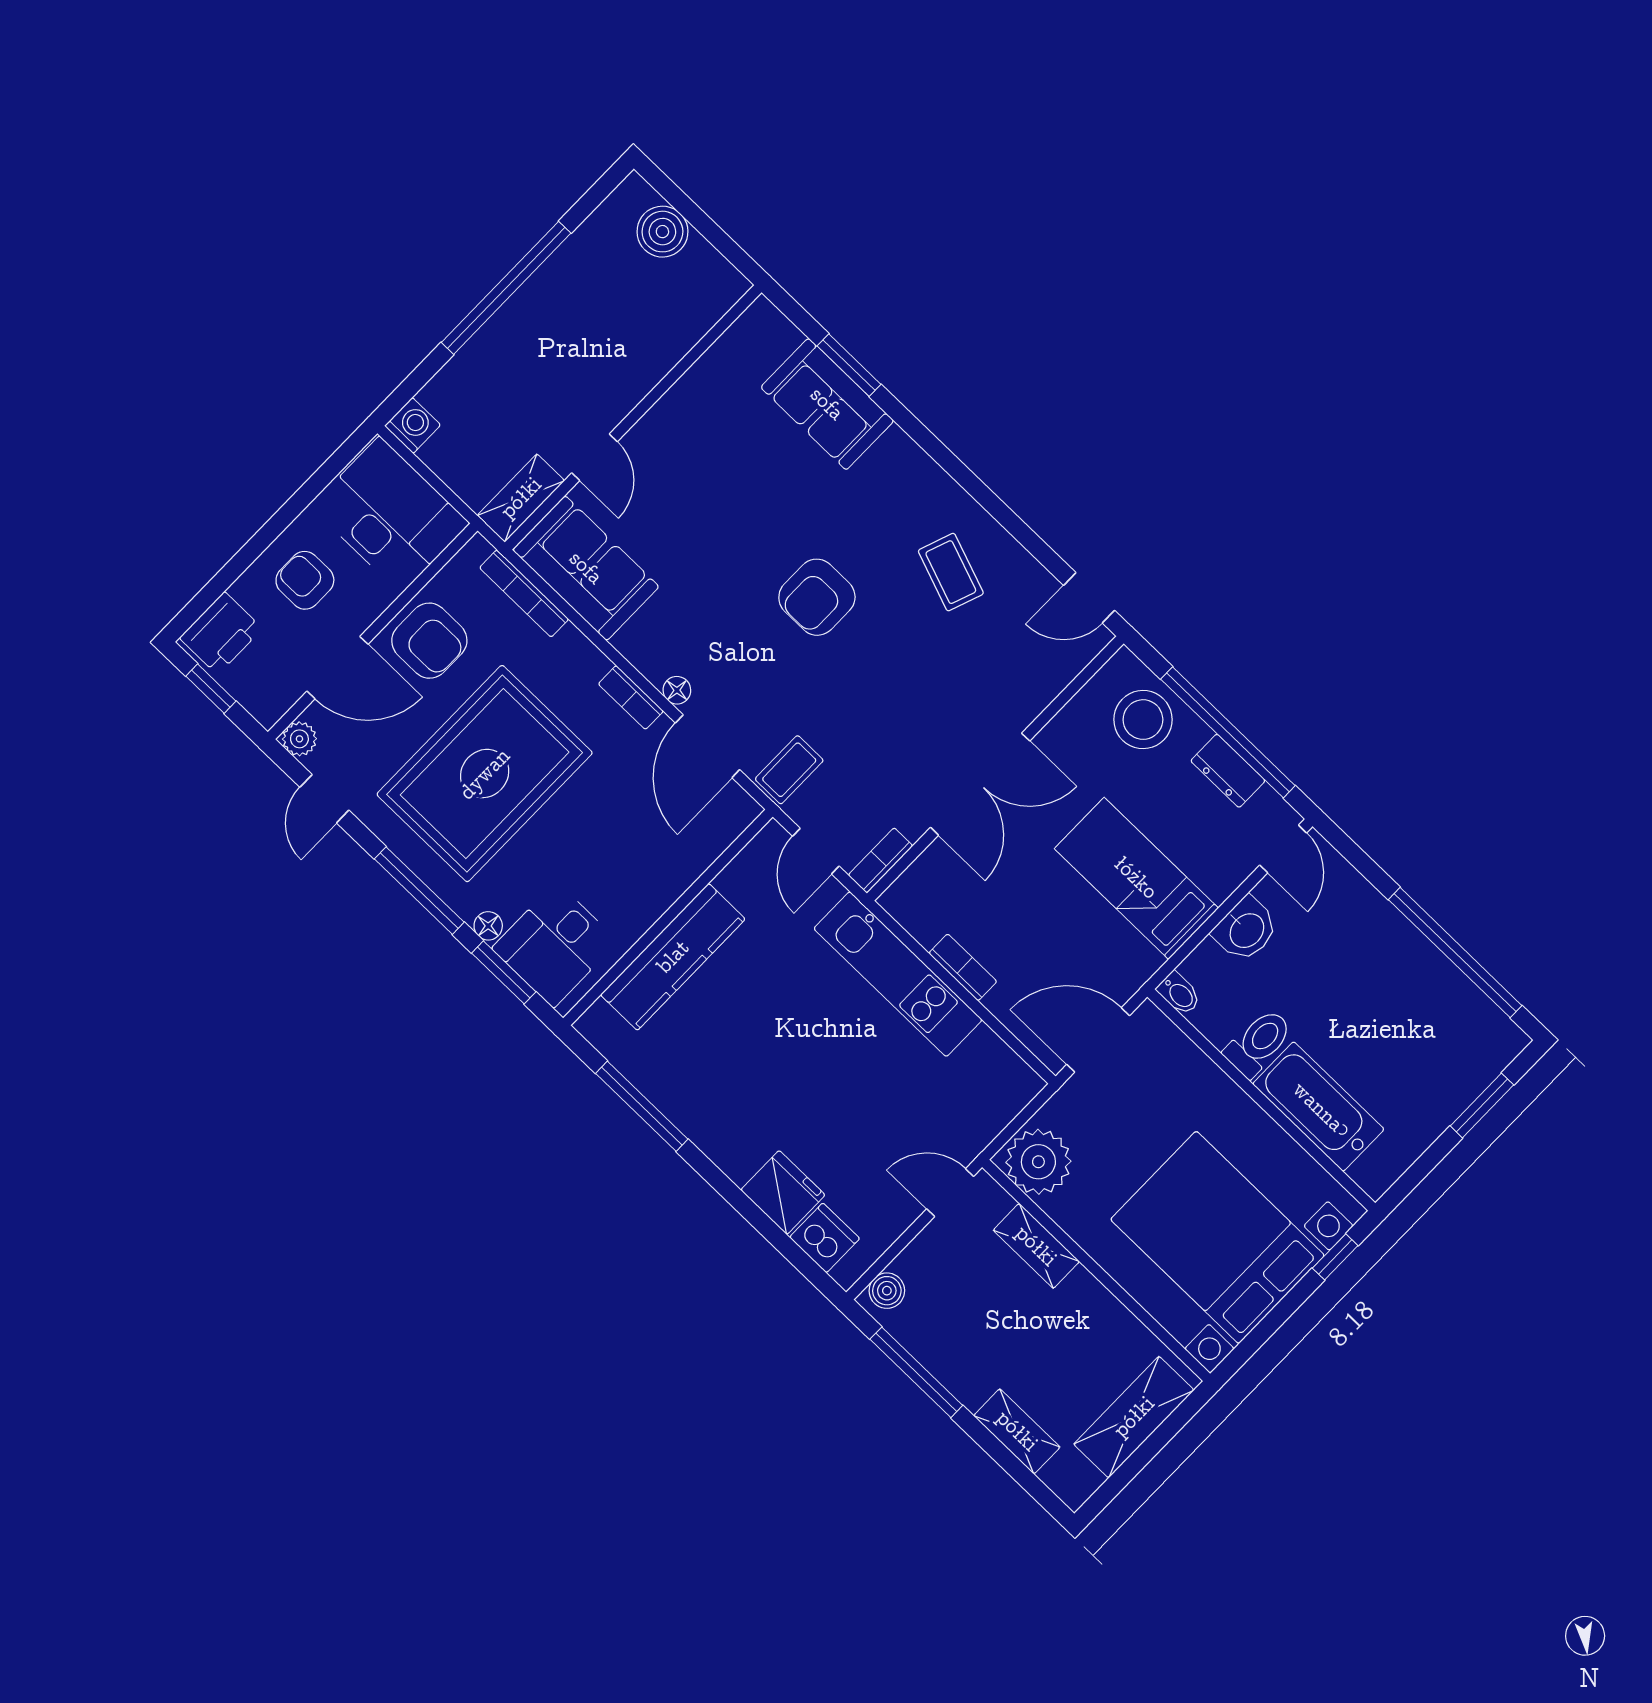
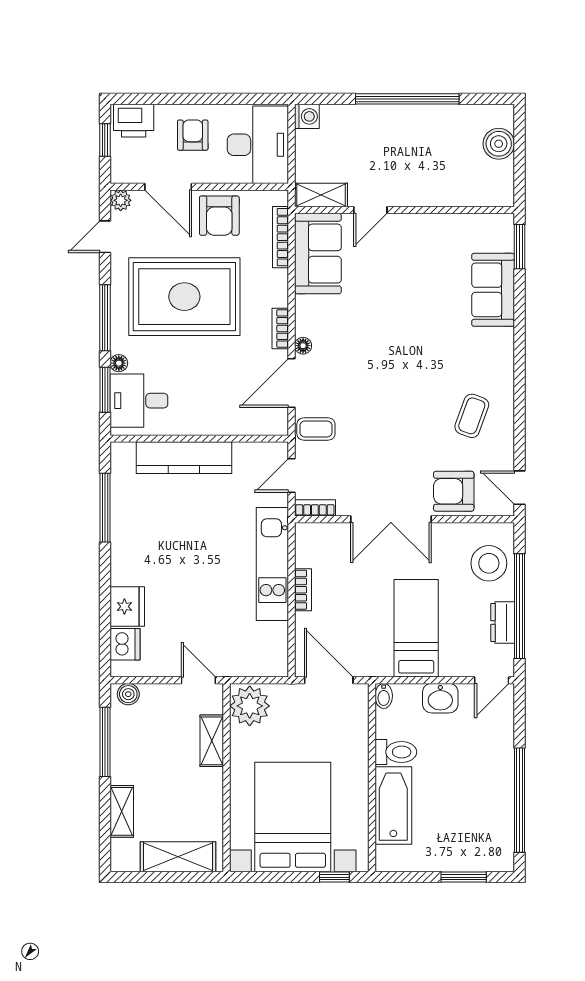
window: (849, 365) -> (519, 247), moved
armchair: (817, 597) -> (454, 491), moved

